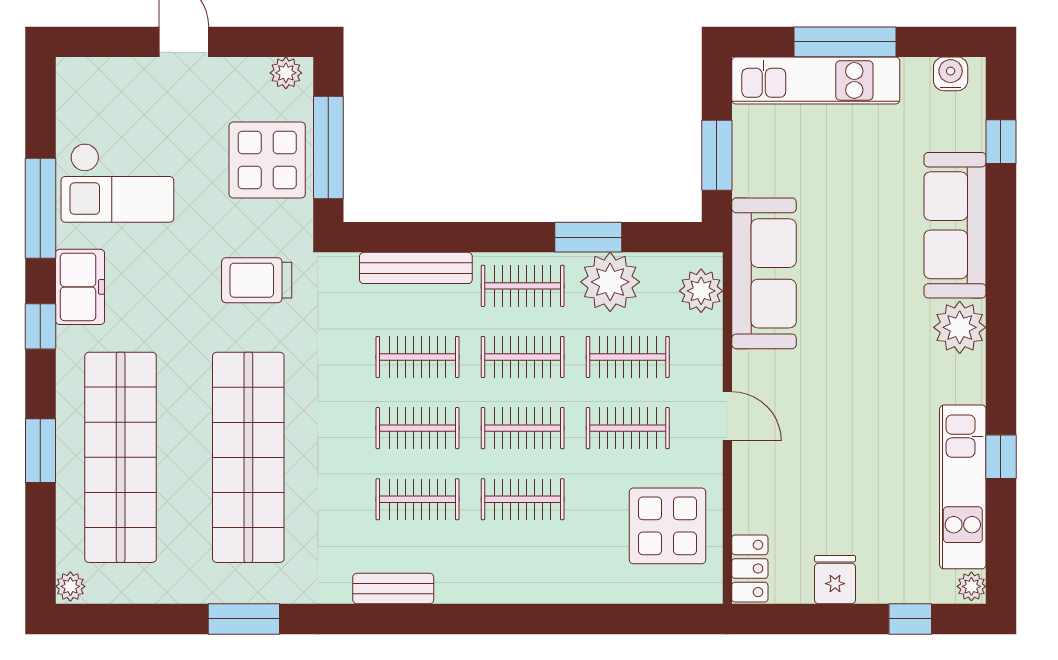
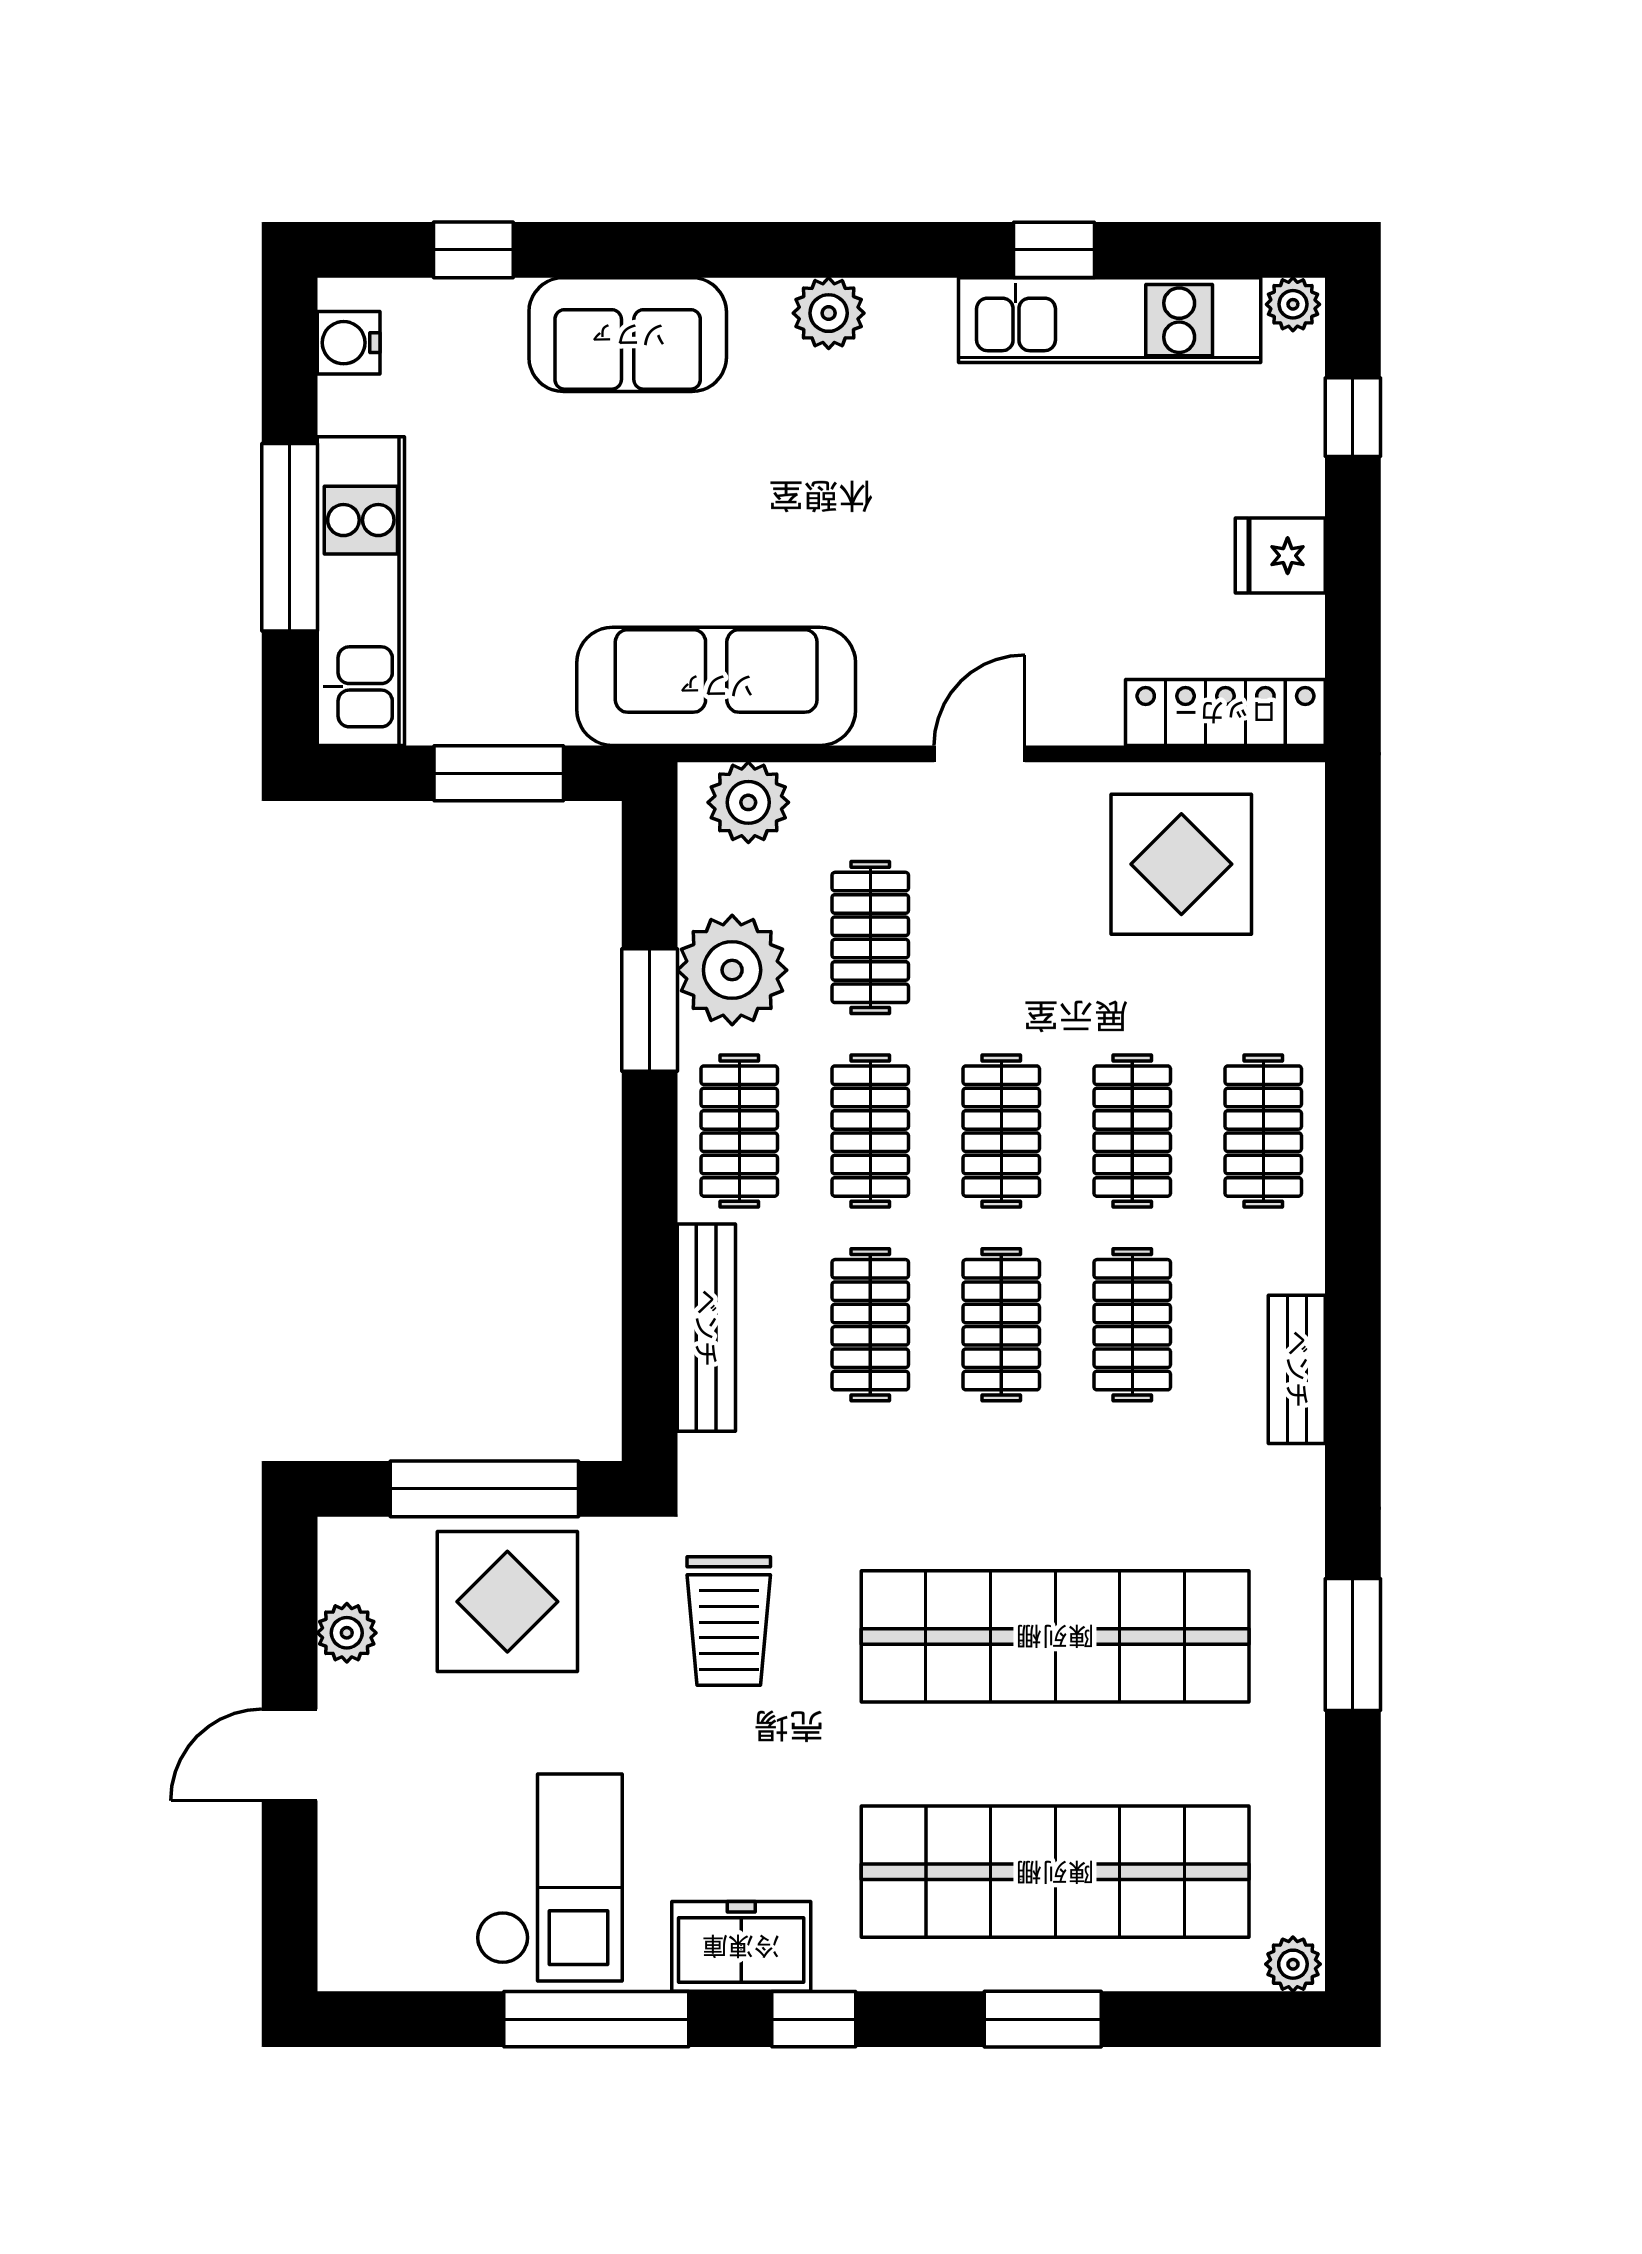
plant: (286, 73) -> (347, 1633), moved
sofa: (955, 225) -> (628, 335), width x0.73
plant: (960, 327) -> (829, 313), width x0.73, depth x0.73
clothes rail: (628, 428) -> (1263, 1131), moved
locker: (750, 568) -> (1225, 712), width x1.53

